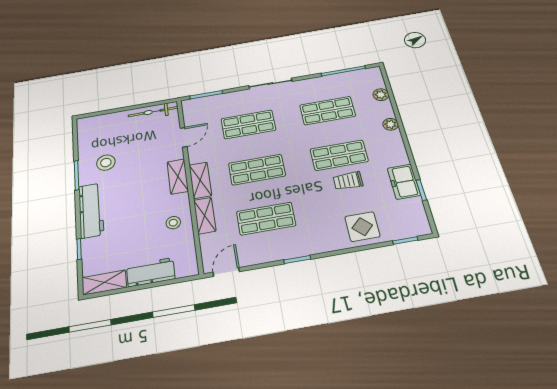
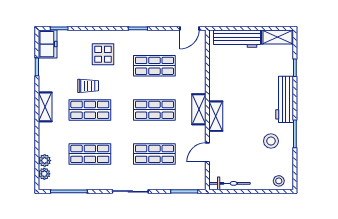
plant: (391, 124) -> (44, 174), moved
freezer: (404, 182) -> (48, 44), moved
shelving: (205, 216) -> (45, 107), moved
stool: (173, 223) -> (279, 181), moved
display table: (362, 227) -> (103, 54), moved
workbench: (151, 272) -> (237, 39), width x1.38

